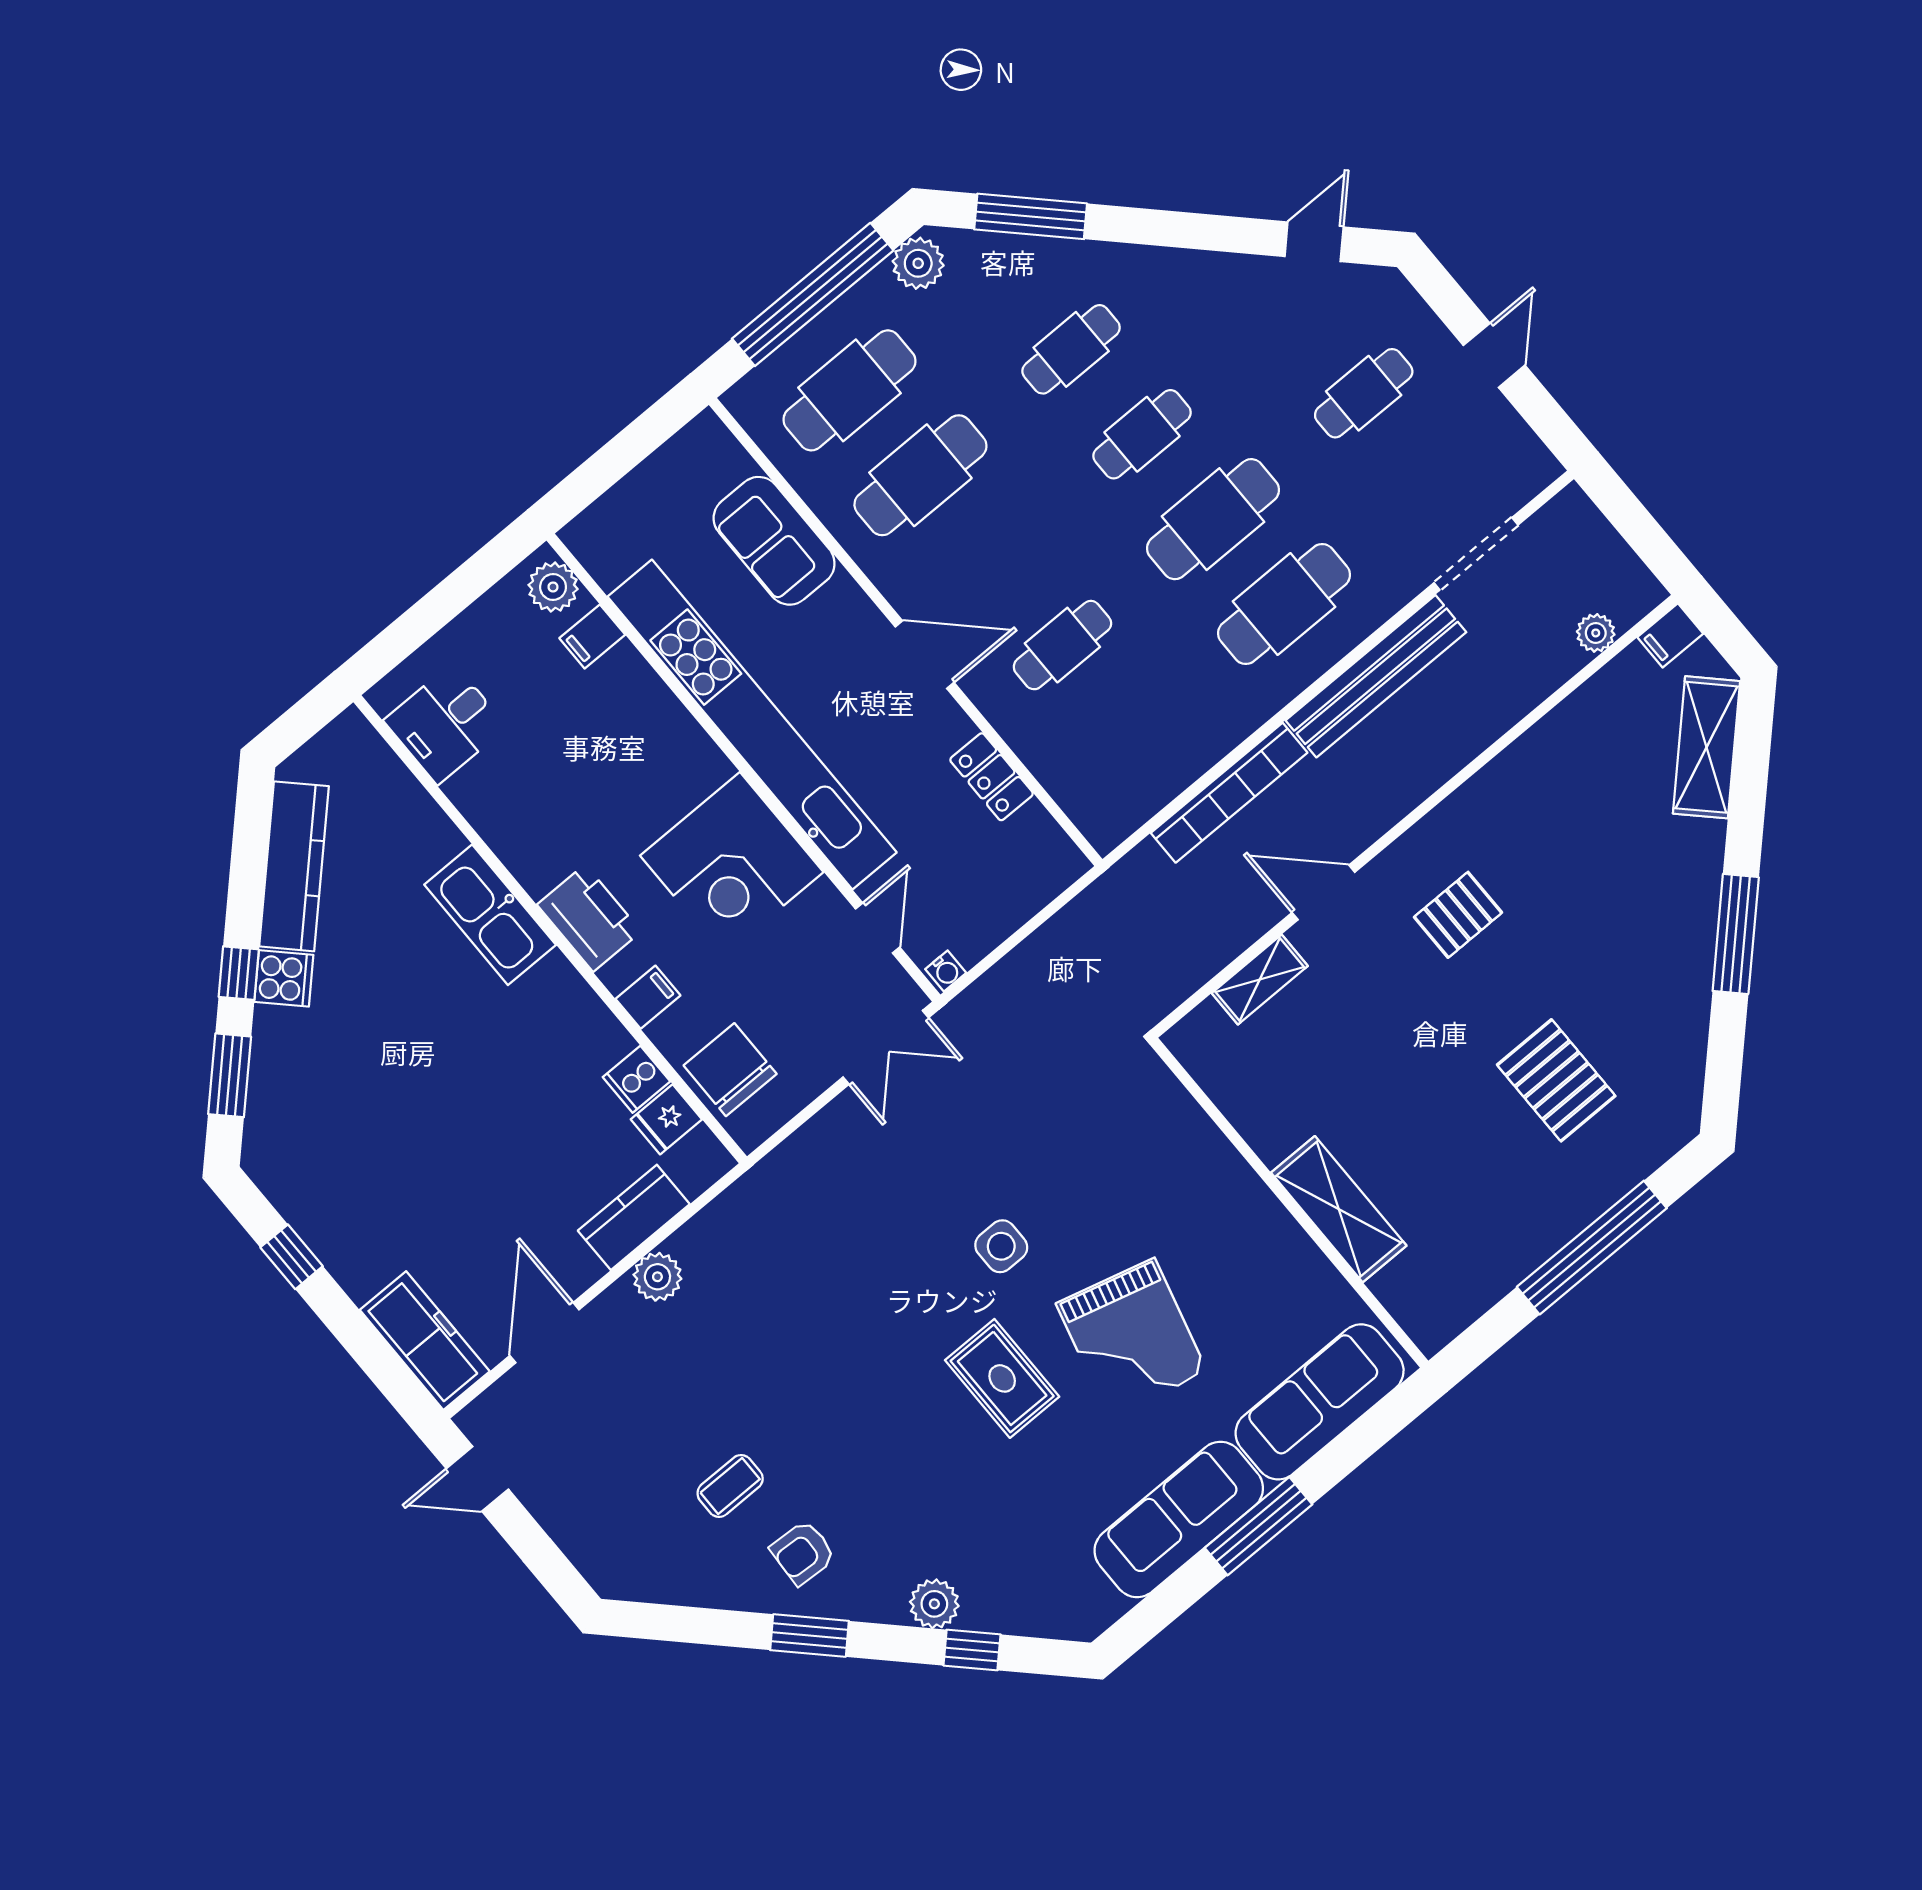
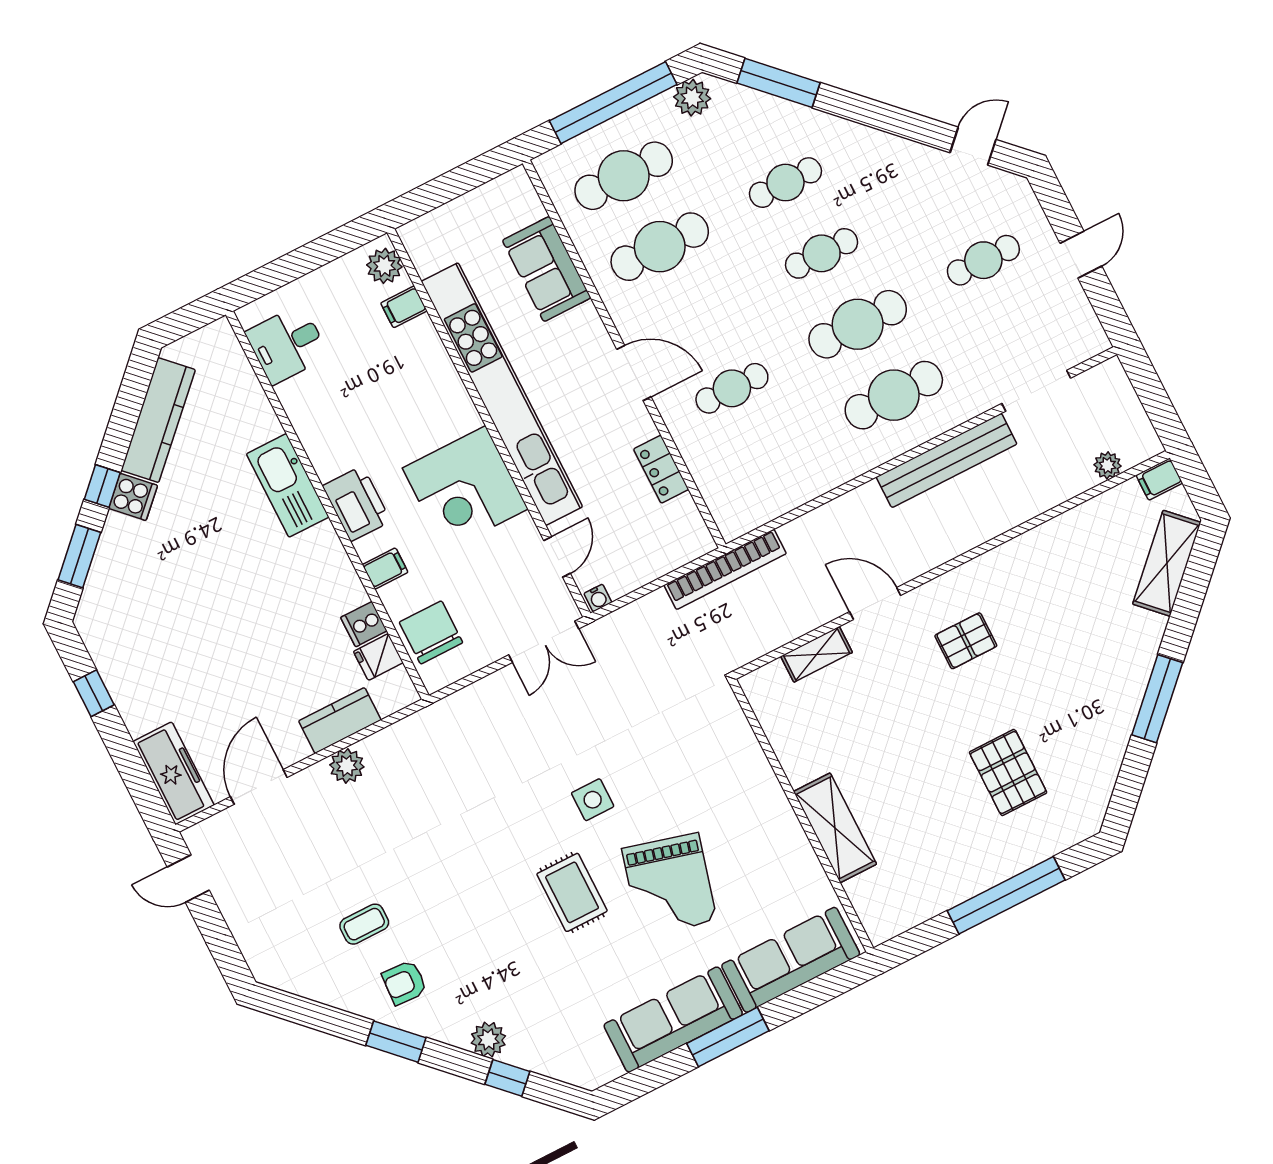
bookcase: (1229, 793) -> (725, 569), moved

